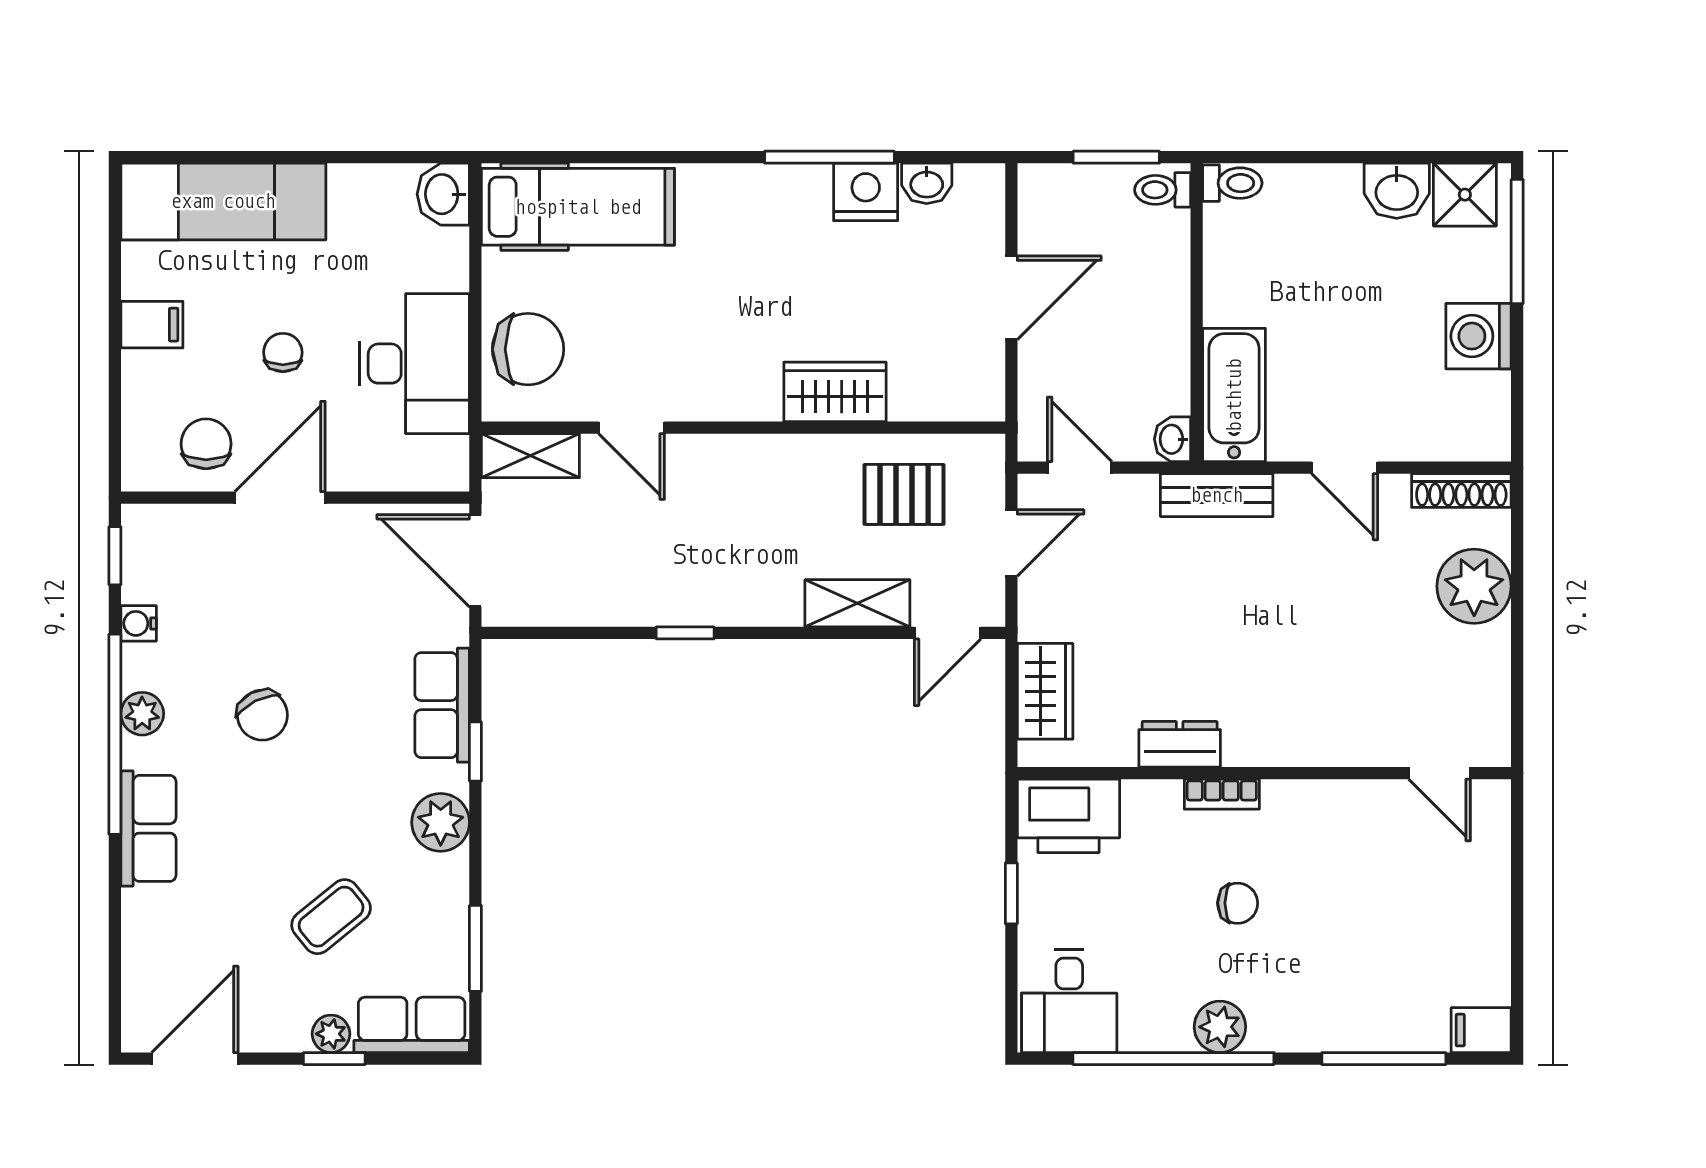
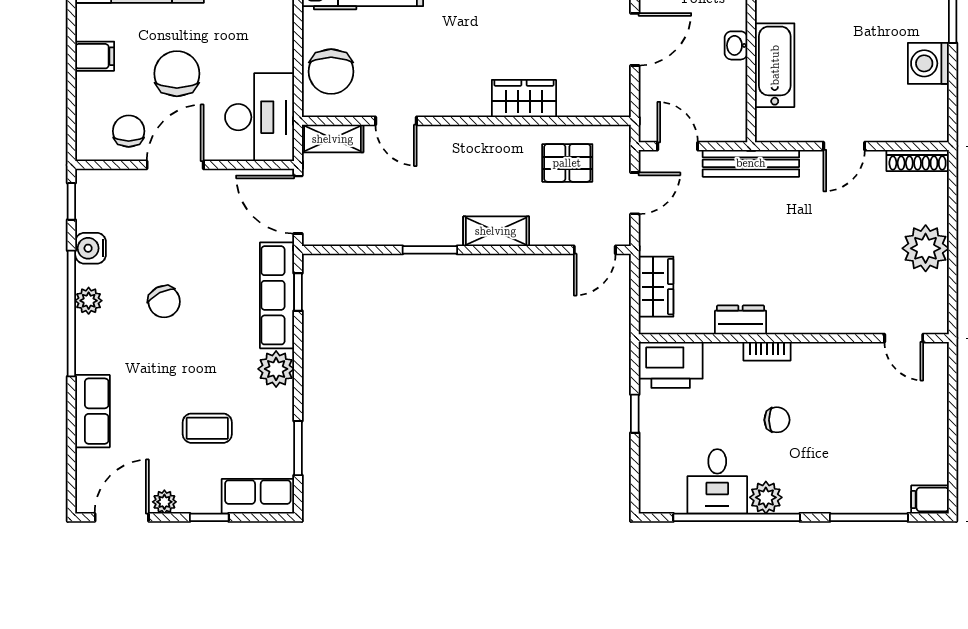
chair: (528, 349) -> (331, 72), turned 90
chair: (283, 352) -> (177, 74), width x1.87, depth x1.87
desk: (414, 364) -> (260, 117), moved
bathtub: (1234, 395) -> (775, 65), moved
washbasin: (1173, 439) -> (736, 45), moved
door: (1345, 468) -> (844, 146), hinge flipped
bench: (1217, 495) -> (751, 163), width x1.36
plant: (1474, 586) -> (926, 248), moved
shelving: (857, 603) -> (496, 231), moved
water cooler: (139, 623) -> (91, 248), width x1.38, depth x1.38
window: (685, 633) -> (430, 250), width x1.50
row of seats: (442, 705) -> (277, 295), width x1.48
window: (475, 752) -> (298, 292), moved
row of seats: (148, 828) -> (92, 411), moved
coffee table: (331, 917) -> (207, 428), turned 39
desk: (1069, 1001) -> (717, 481), moved
plant: (331, 1034) -> (164, 502), moved

